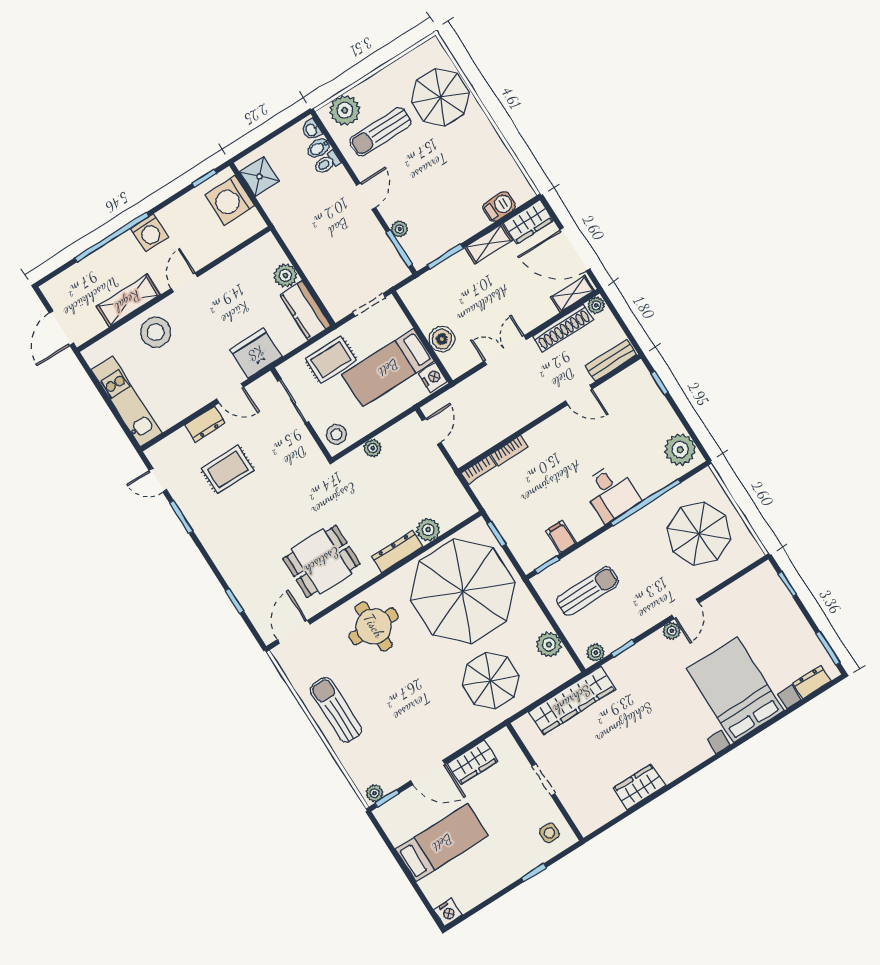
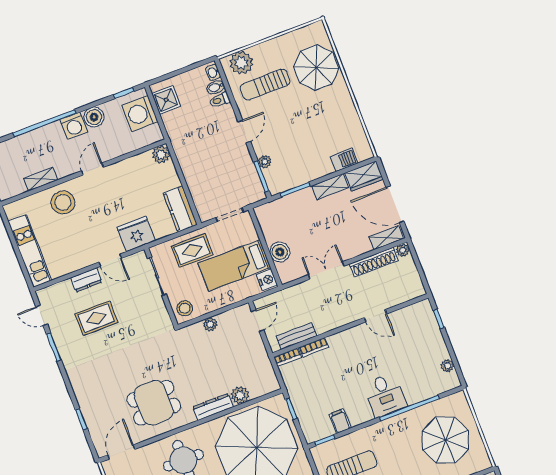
boiler: (173, 217) -> (94, 117), added
plant: (285, 275) -> (161, 154), moved
shelving: (128, 301) -> (41, 179), width x0.67, depth x0.75
bench: (611, 360) -> (296, 336), moved
plant: (680, 450) -> (447, 366), width x0.53, depth x0.53

